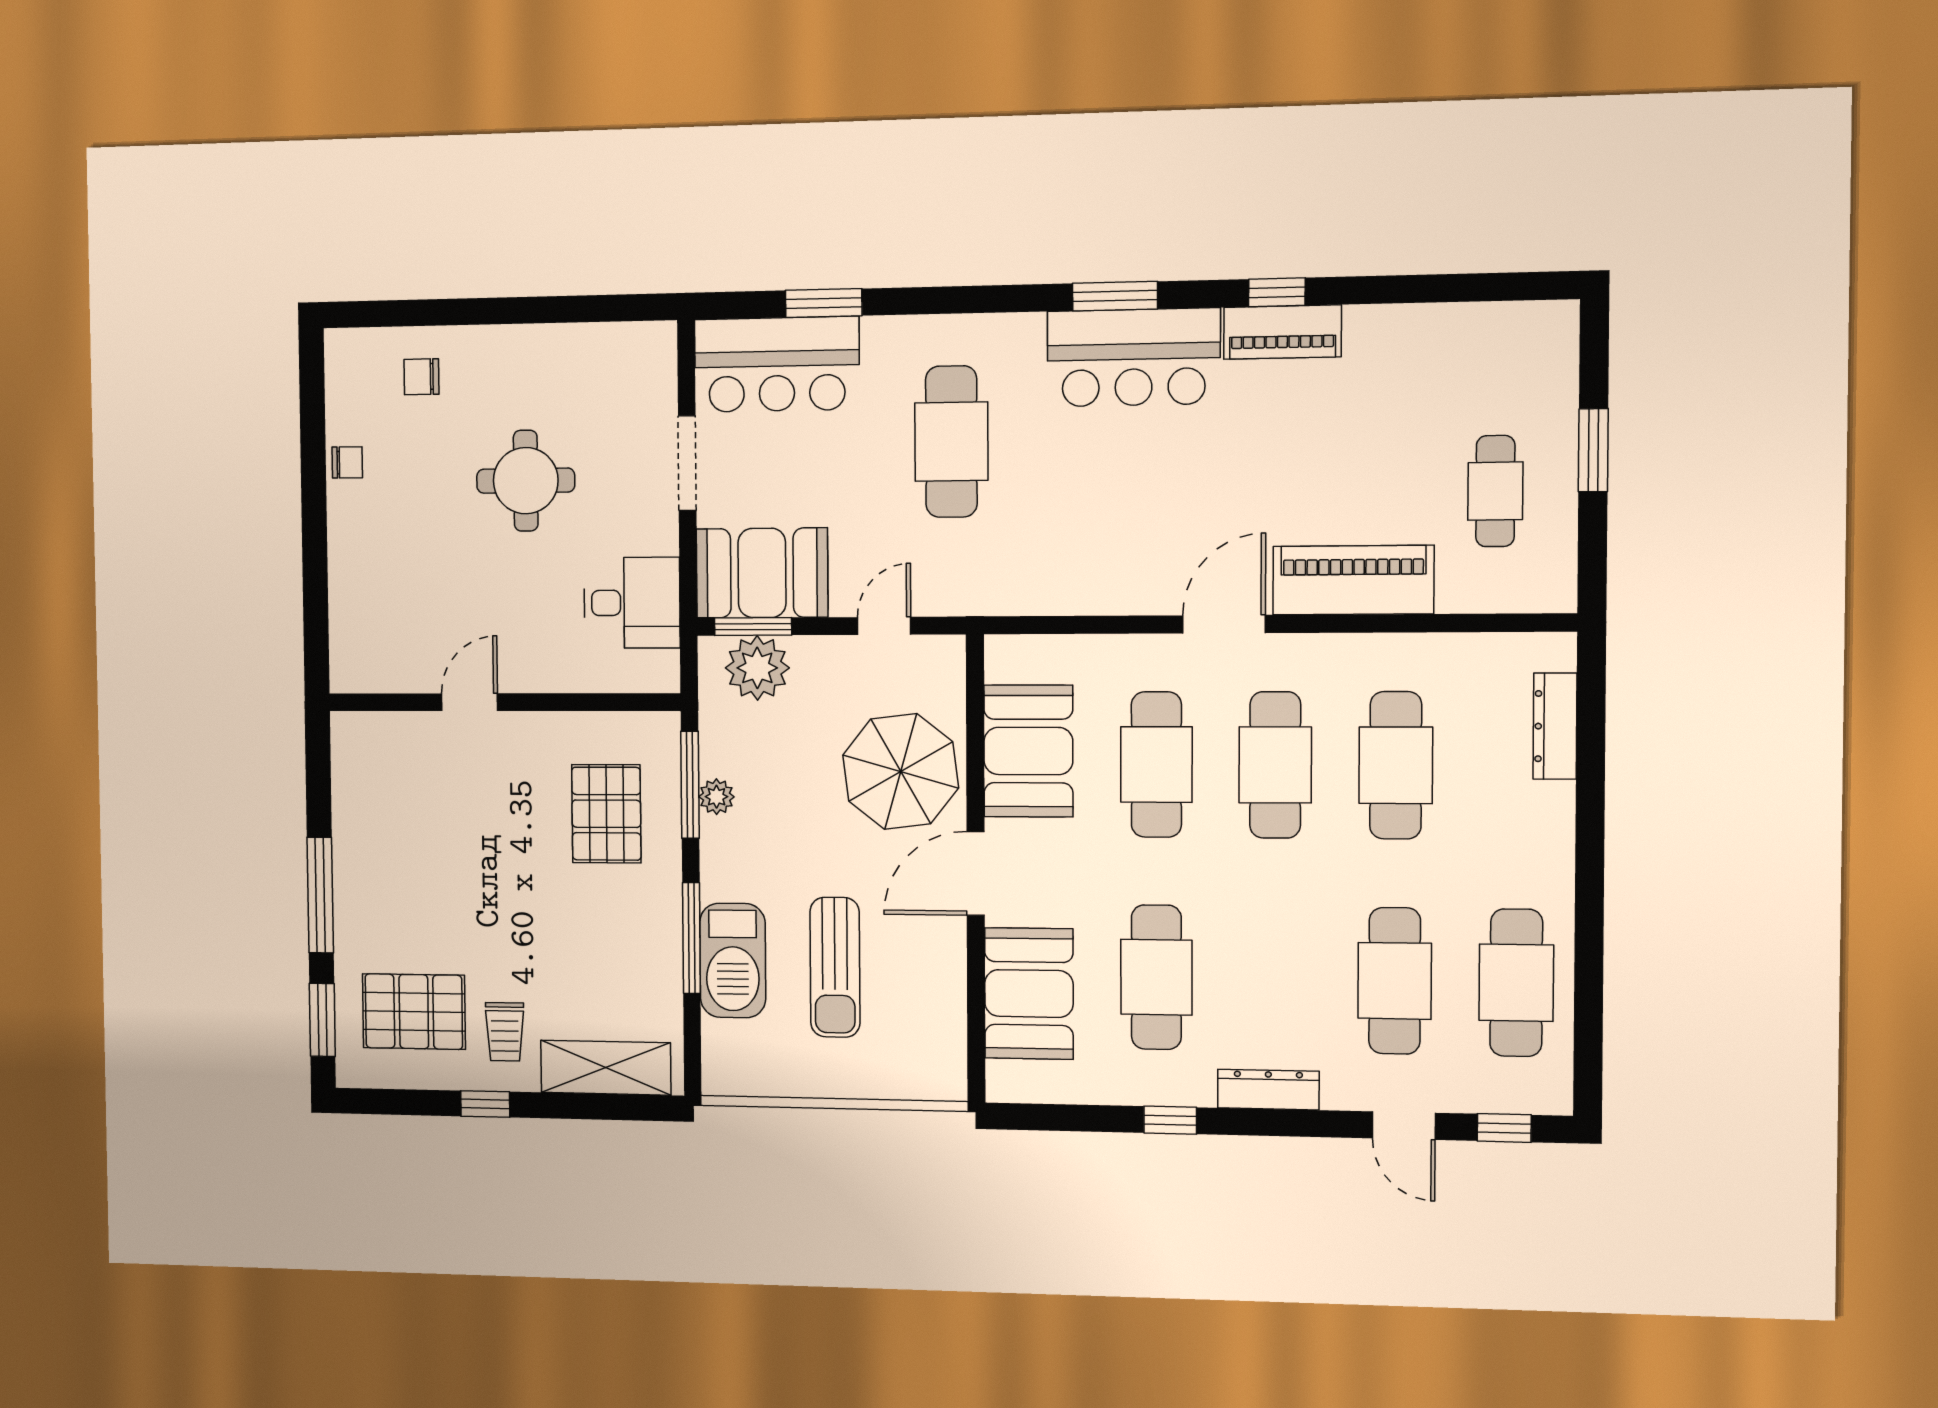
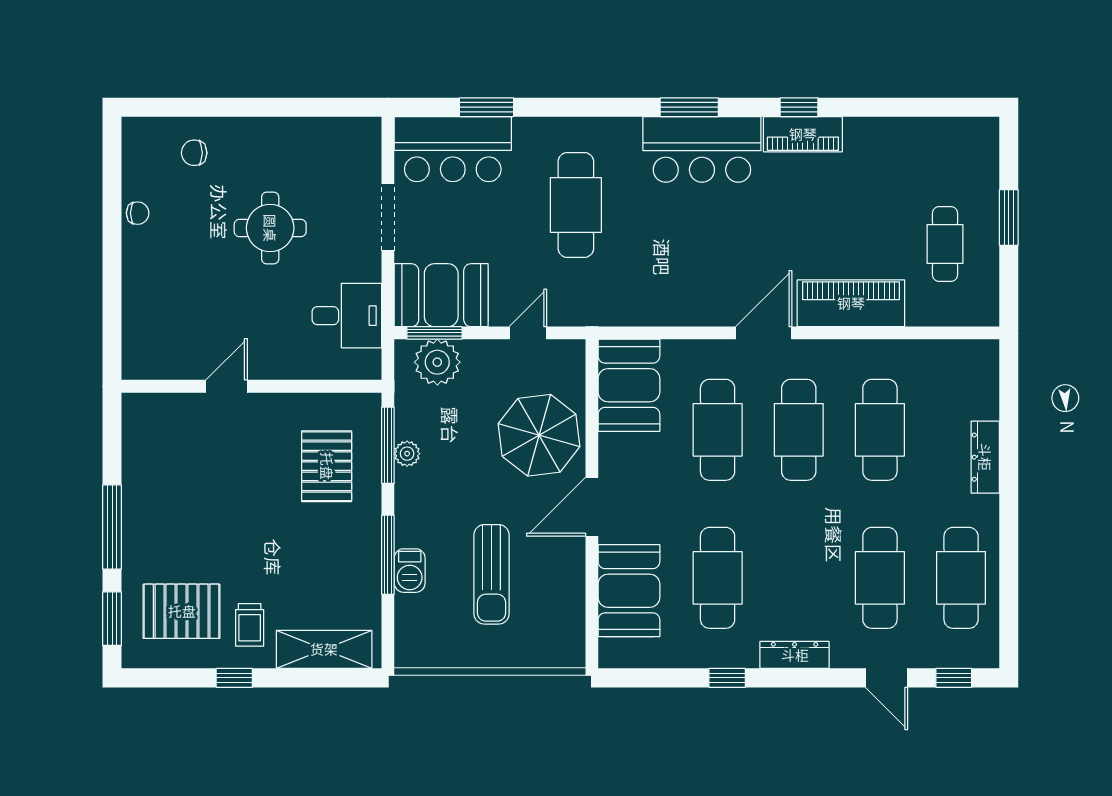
dresser: (1555, 726) -> (985, 457), moved
booth: (1028, 751) -> (629, 385), moved
barbecue: (733, 960) -> (410, 571), width x0.53, depth x0.65

